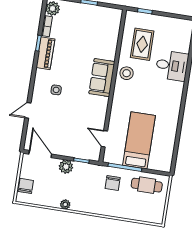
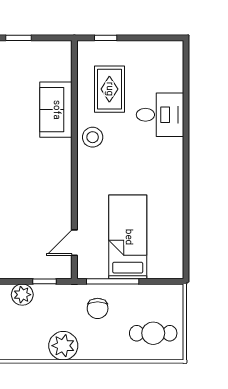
sofa: (102, 78) -> (56, 110), moved
door: (104, 139) -> (74, 243), hinge flipped
cafe table: (147, 185) -> (153, 333), moved
plant: (65, 204) -> (63, 346), moved, width x1.87, depth x1.87

